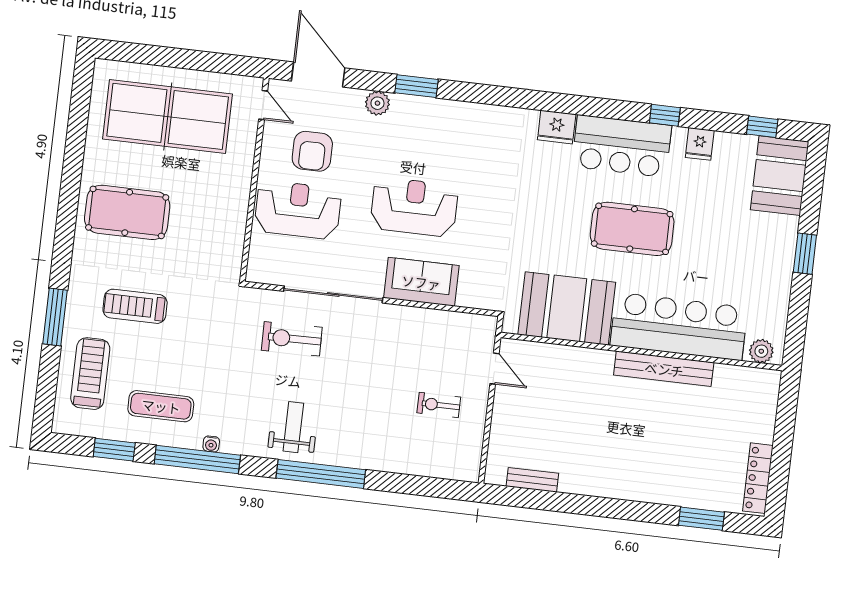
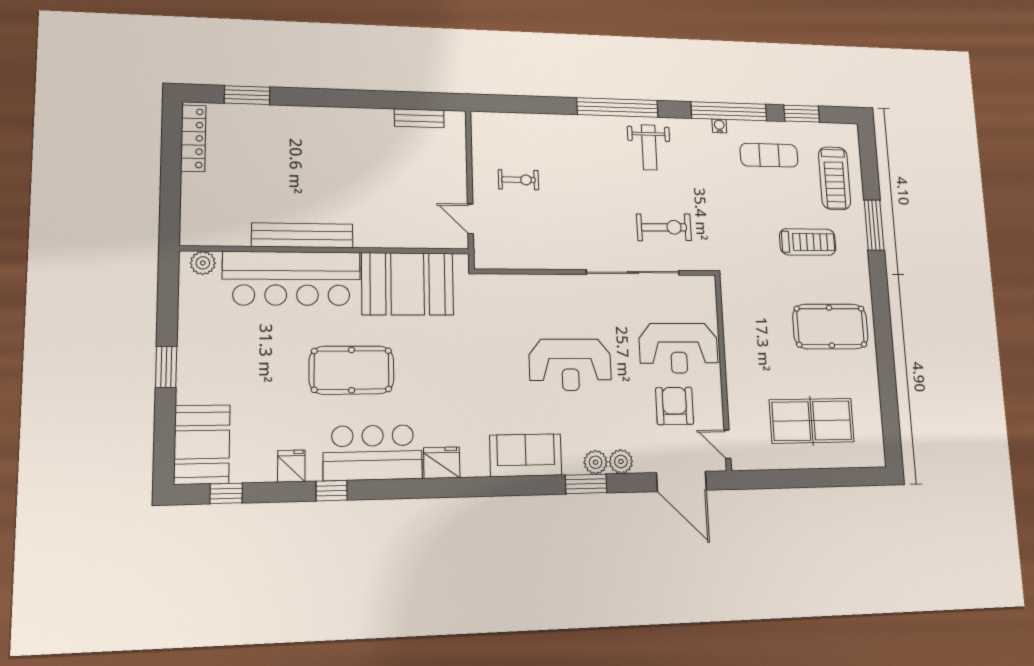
plant: (404, 106) -> (596, 462), added
table tennis table: (168, 116) -> (812, 421), width x0.73, depth x0.76
sofa: (421, 282) -> (526, 455), moved, turned 180

